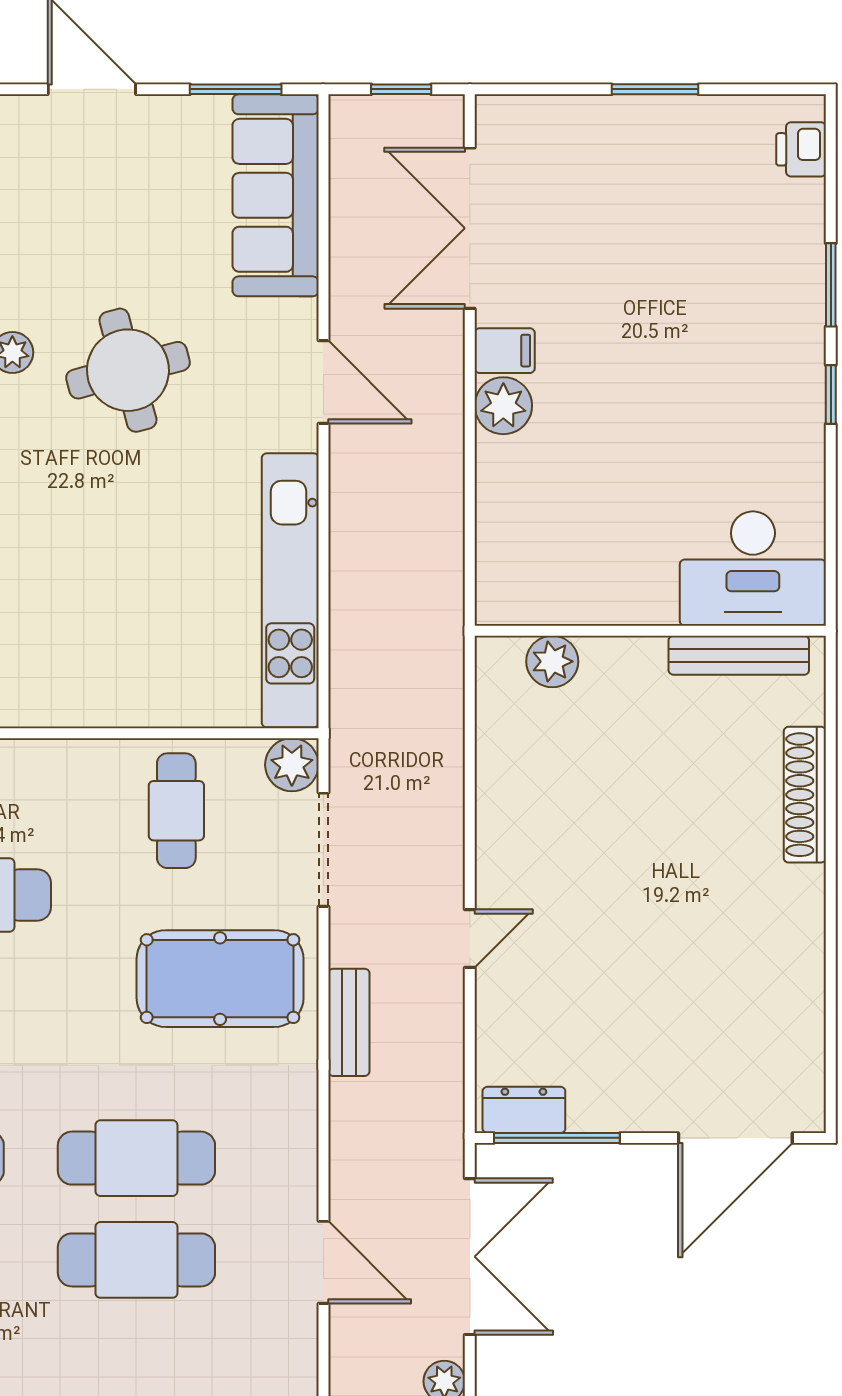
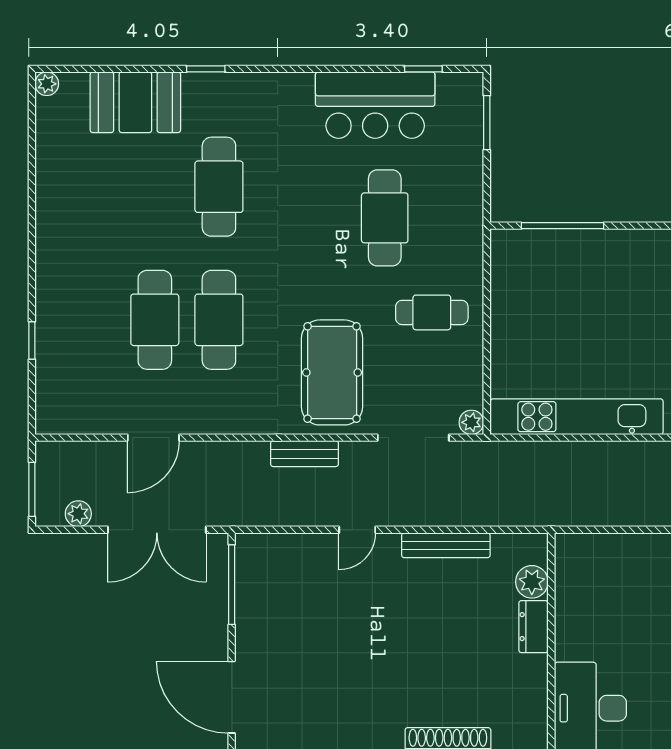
bench: (739, 655) -> (446, 545), moved, turned 90
plant: (292, 765) -> (471, 422), width x0.73, depth x0.73
cafe table: (176, 811) -> (432, 312), moved
door: (470, 938) -> (357, 530), hinge flipped
dresser: (524, 1110) -> (533, 627), moved, turned 180

